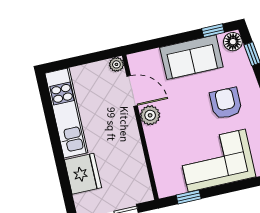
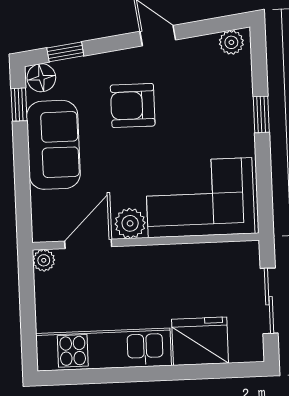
corner sofa: (217, 160) -> (200, 198), moved, turned 90
window: (189, 197) -> (261, 114), moved

